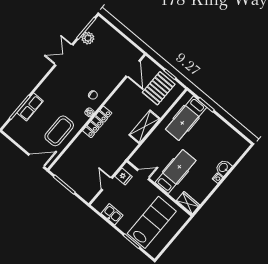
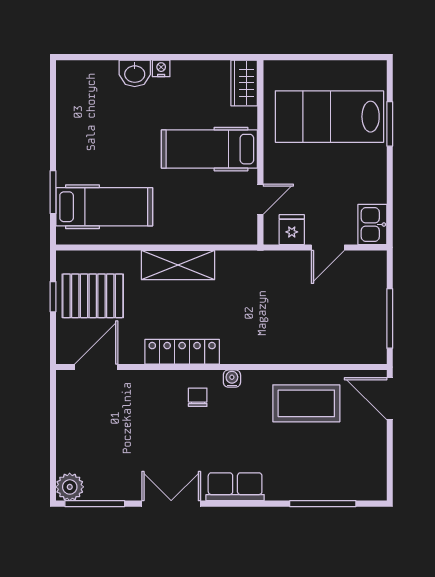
plant: (88, 38) -> (70, 487), moved
double door: (64, 55) -> (171, 504), swing flipped
row of seats: (30, 107) -> (235, 487), moved
locker: (97, 122) -> (182, 352), moved
door: (143, 175) -> (260, 199), swing flipped
kitchen sink: (112, 214) -> (372, 225), moved

